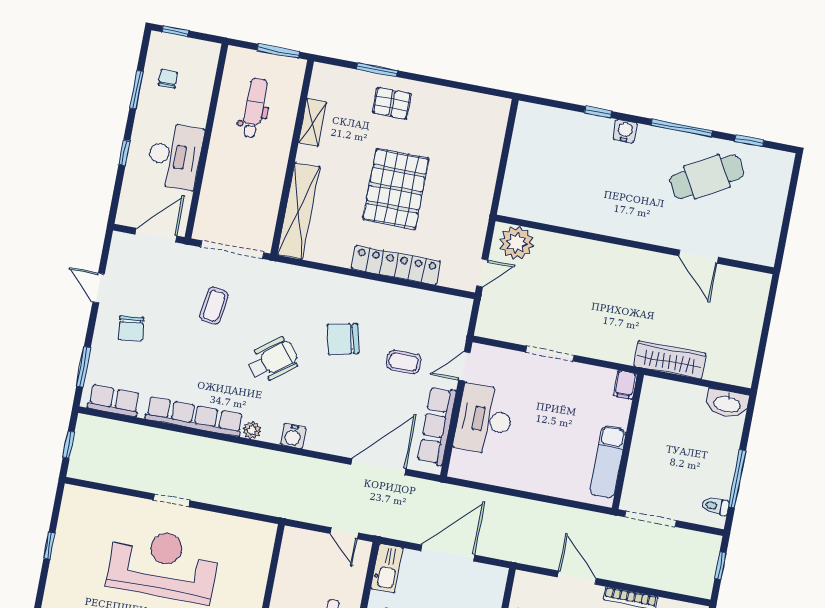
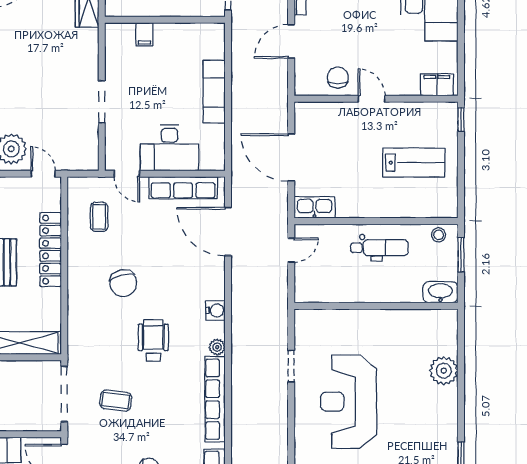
wheelchair: (273, 360) -> (153, 341), turned 38
coffee table: (404, 362) -> (99, 217), moved
filing cabinet: (625, 385) -> (144, 34), moved, turned 90
exam couch: (608, 462) -> (214, 92), moved, turned 90
doorway: (172, 500) -> (291, 366), moved

